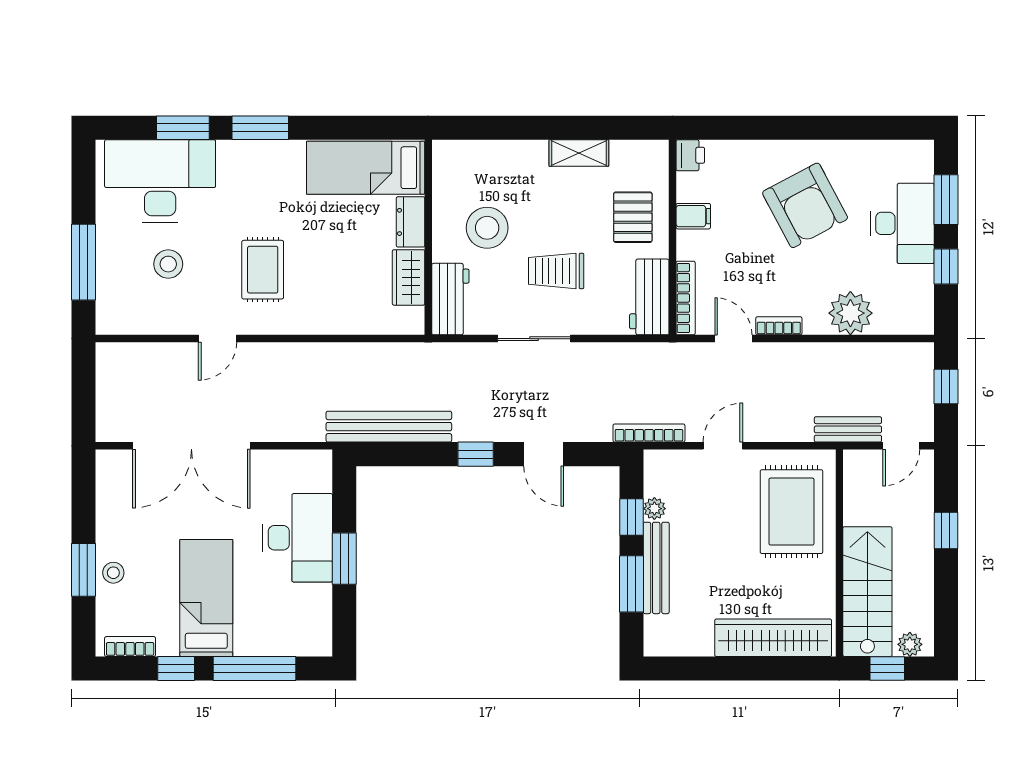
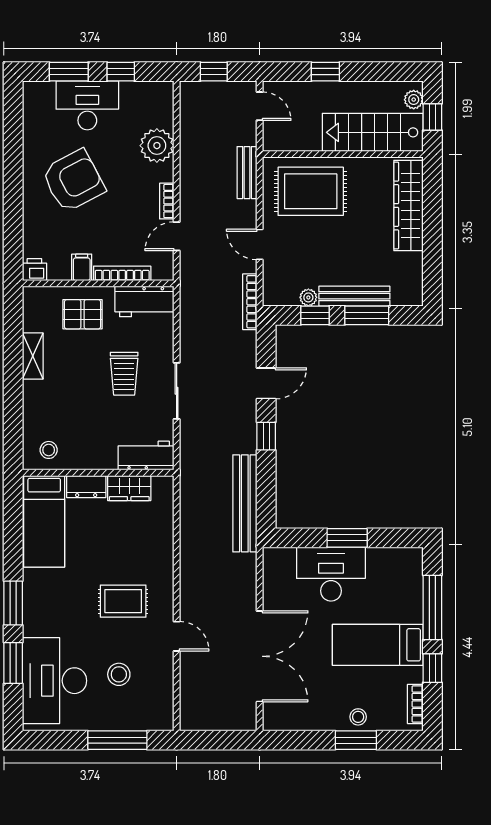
stool: (487, 228) -> (49, 450), moved, width x0.53, depth x0.53
bookcase: (686, 298) -> (122, 273), moved
bench: (848, 429) -> (247, 173), moved

